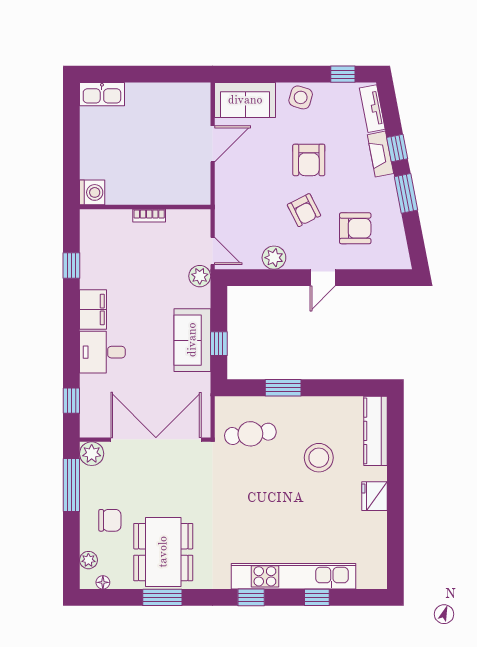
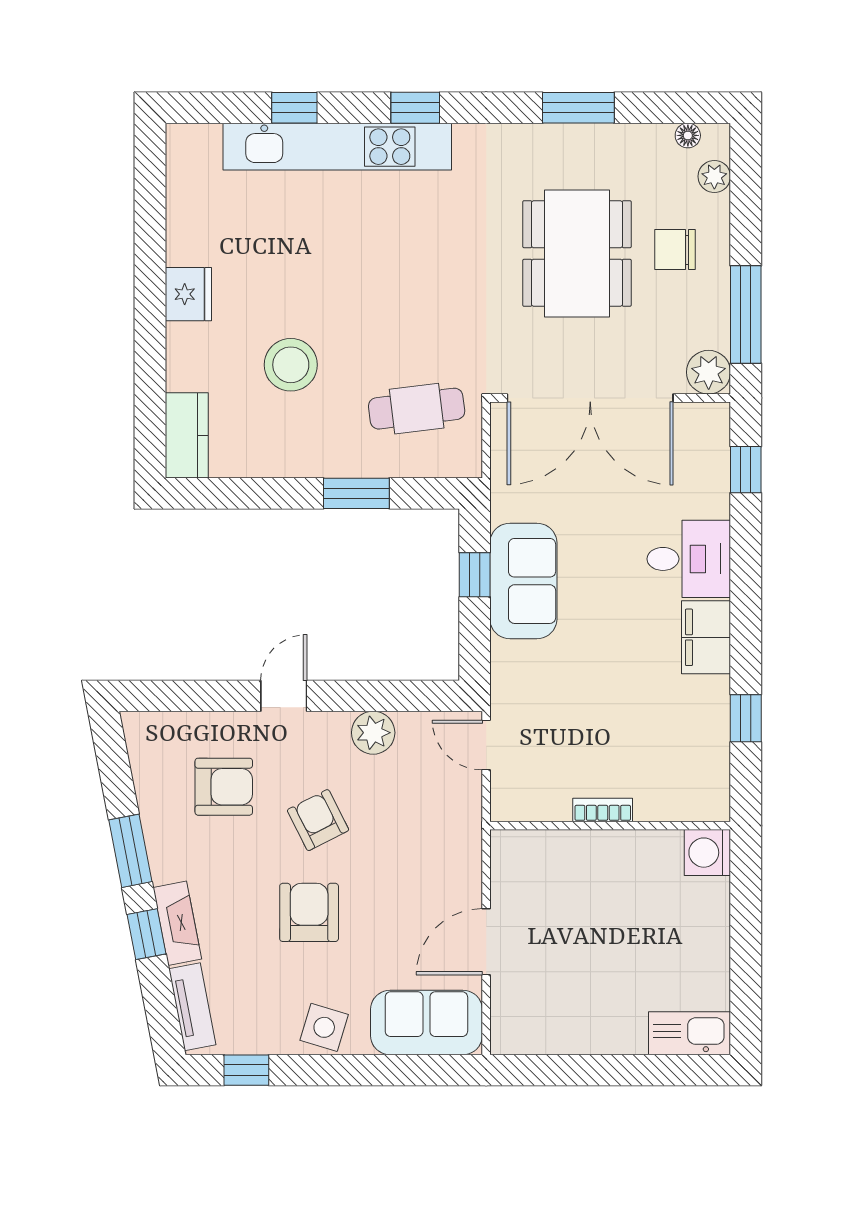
armchair: (355, 228) -> (224, 787), turned 180
plant: (200, 276) -> (510, 699), removed
kitchen counter: (375, 431) -> (187, 435), width x0.67
dining table: (163, 552) -> (577, 254), moved

